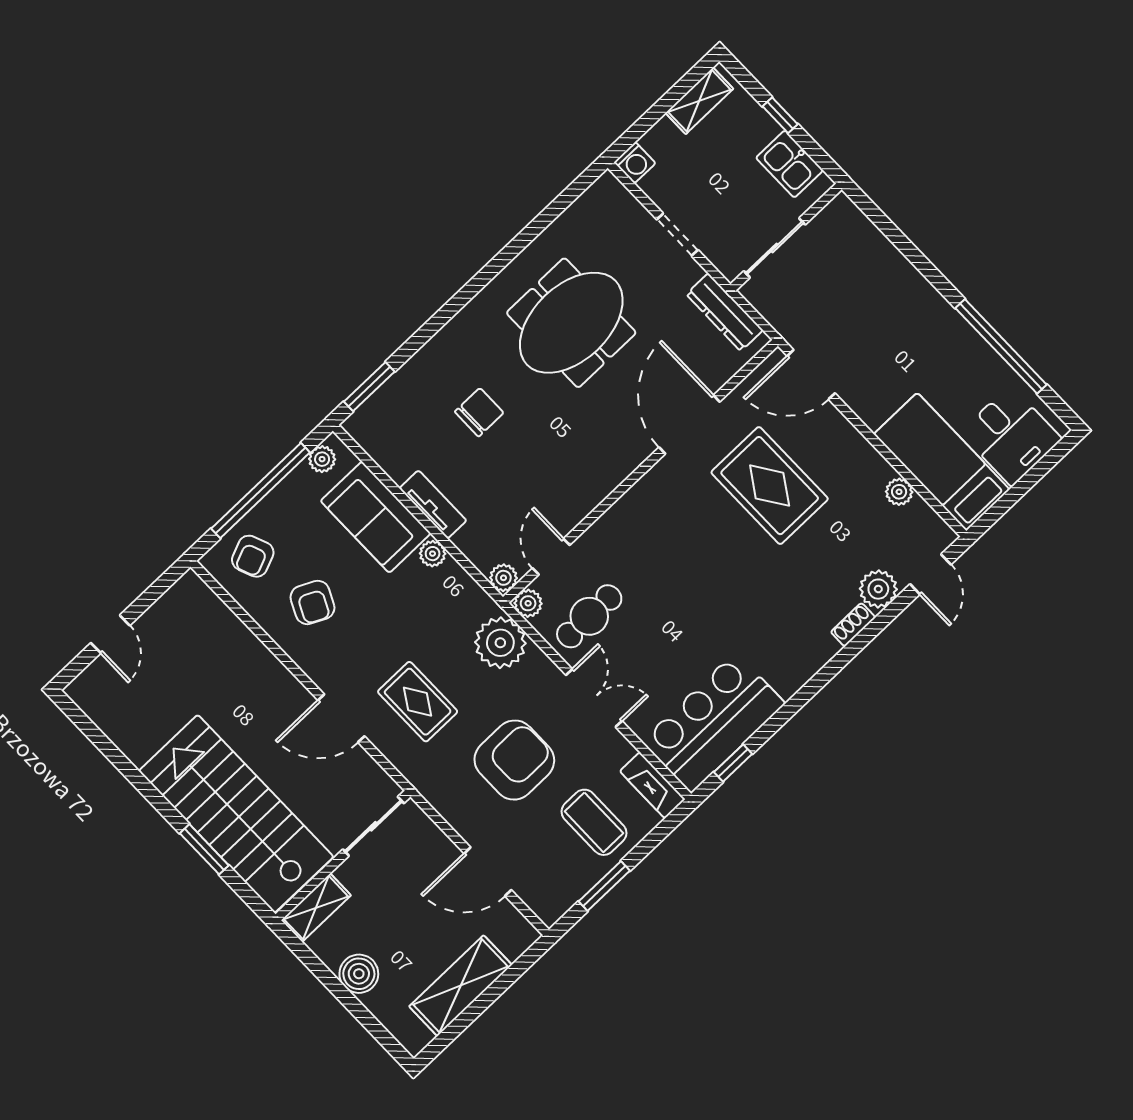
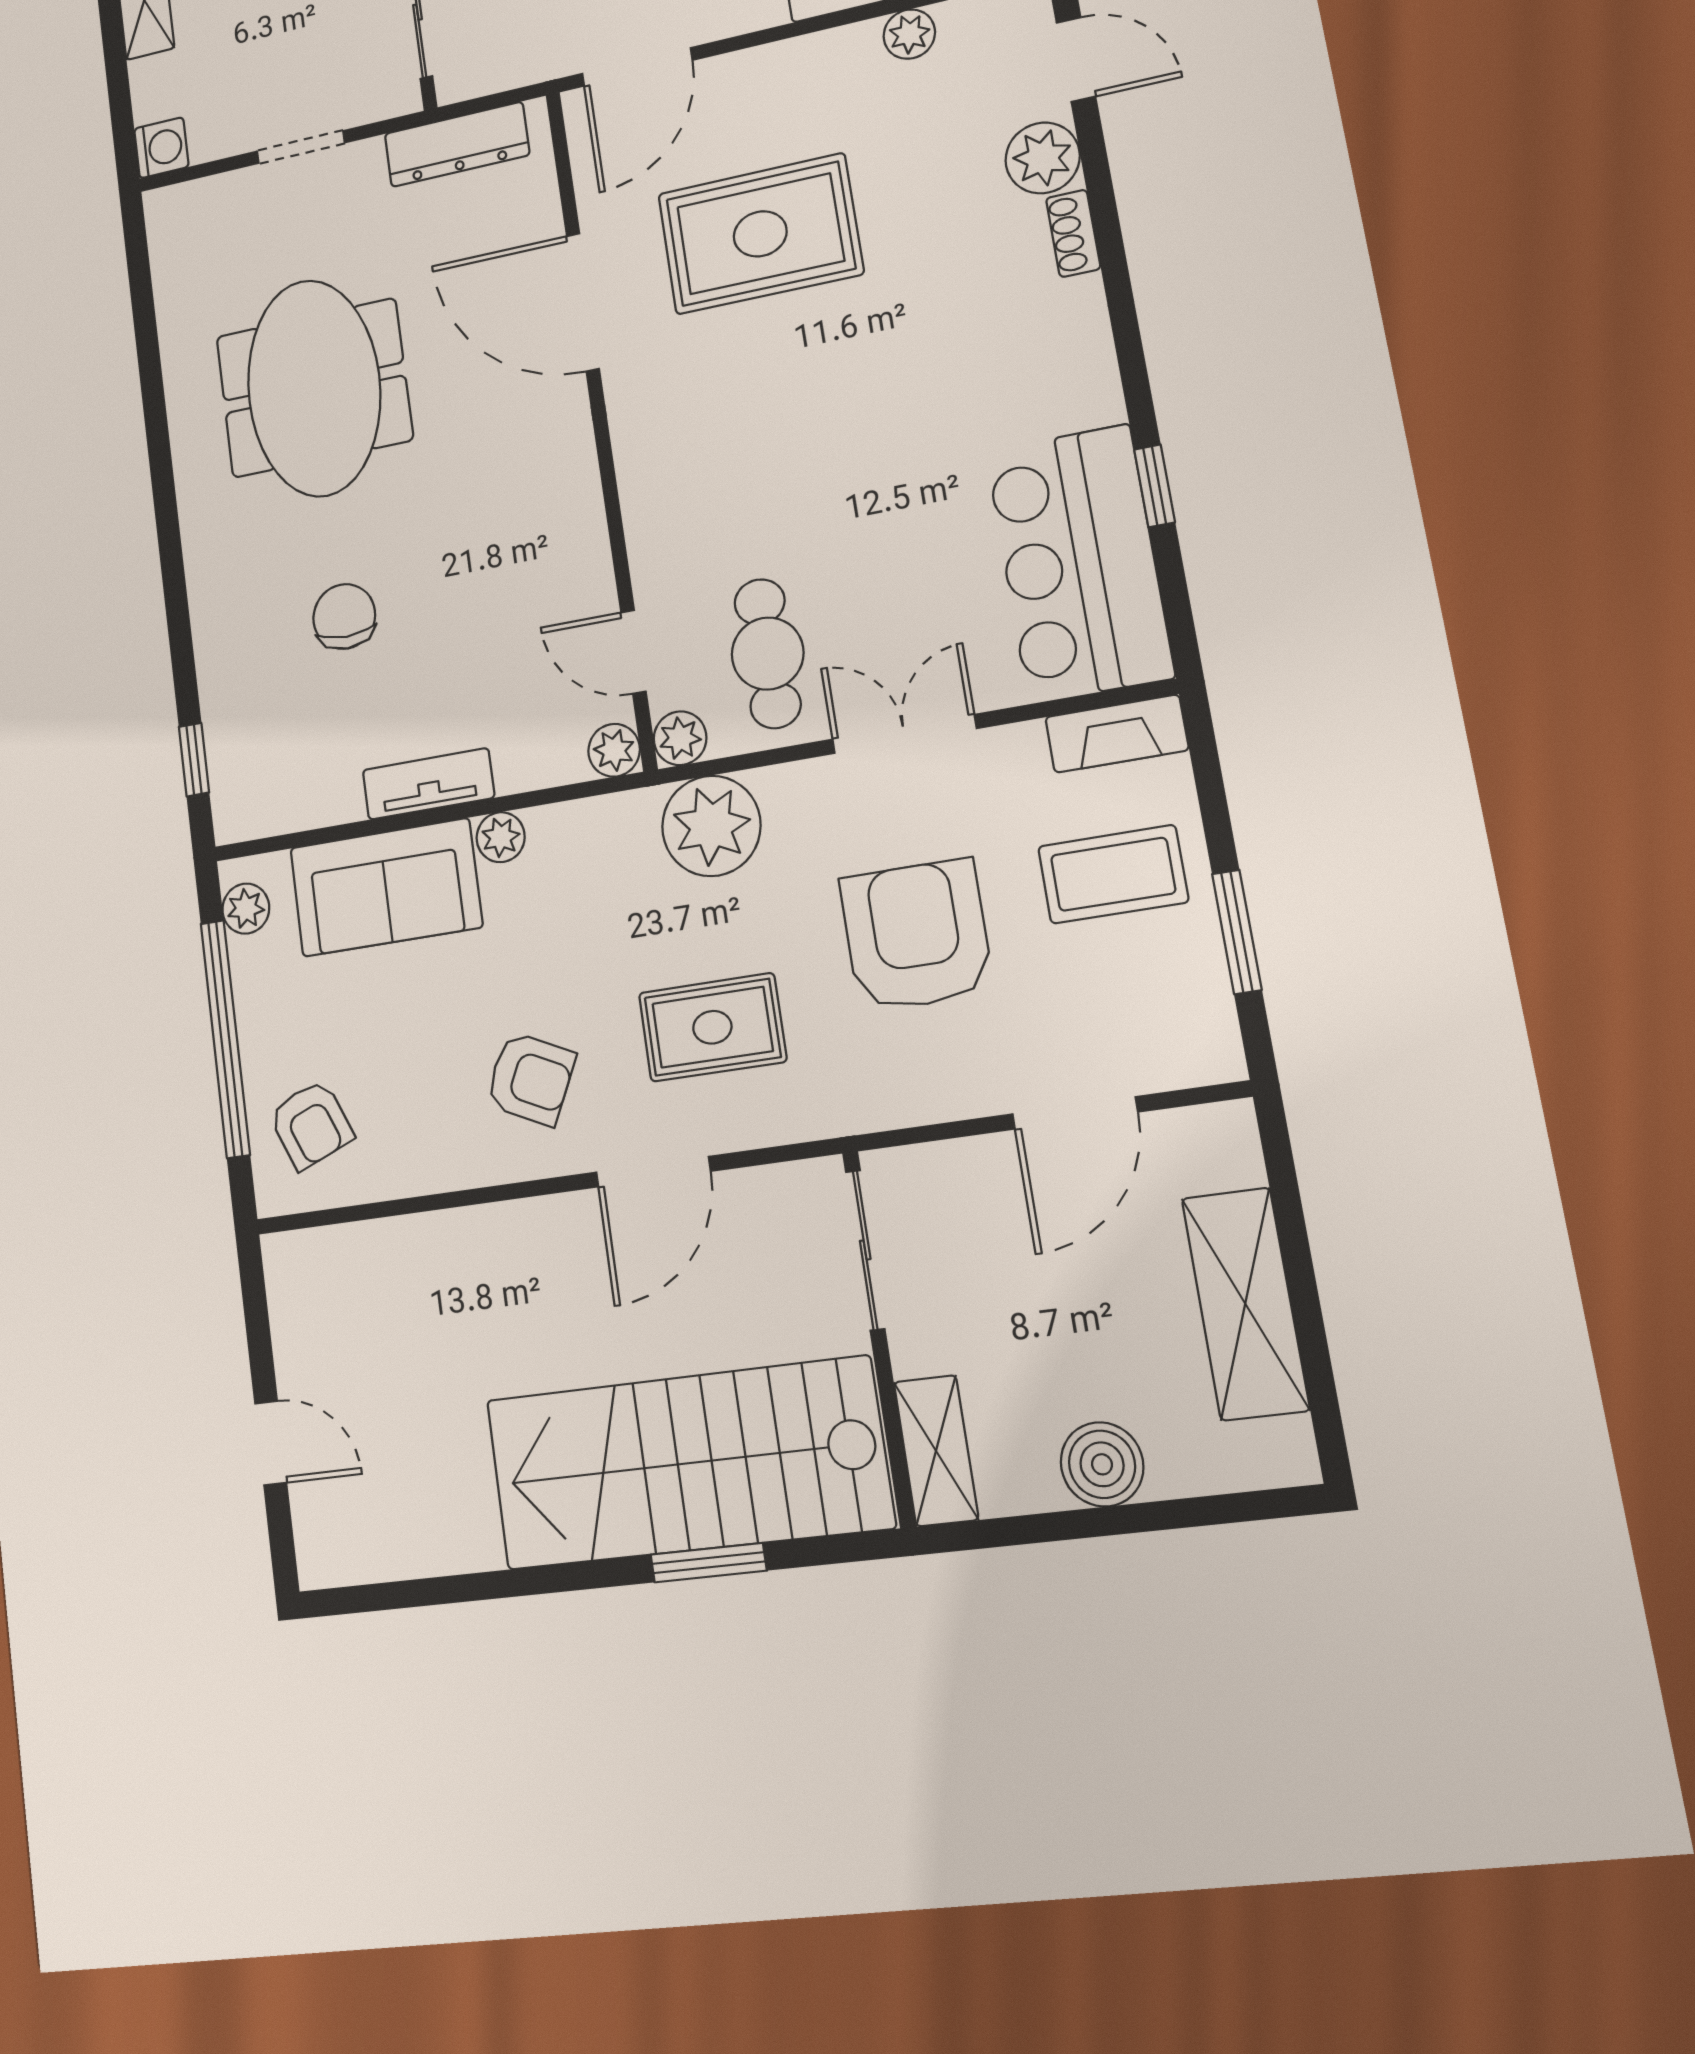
window: (369, 387) -> (194, 760), width x0.67
armchair: (312, 602) -> (530, 1079), moved
window: (733, 763) -> (1155, 486), moved

